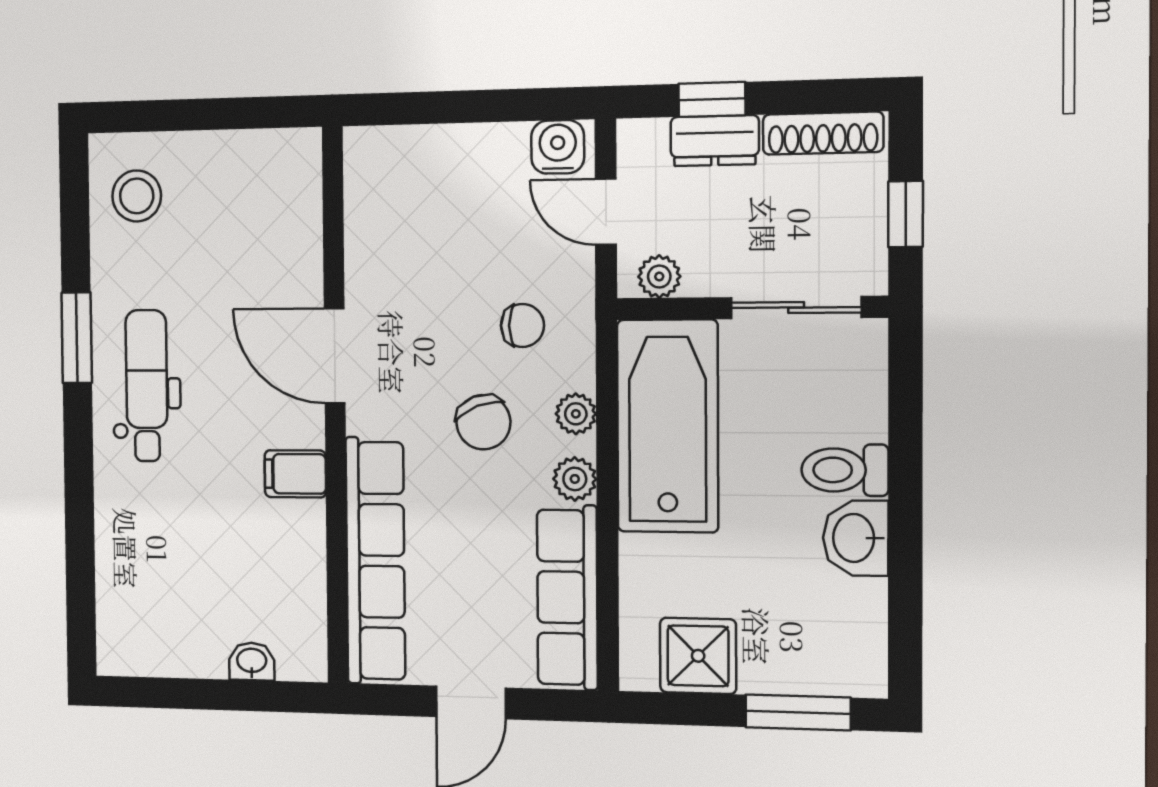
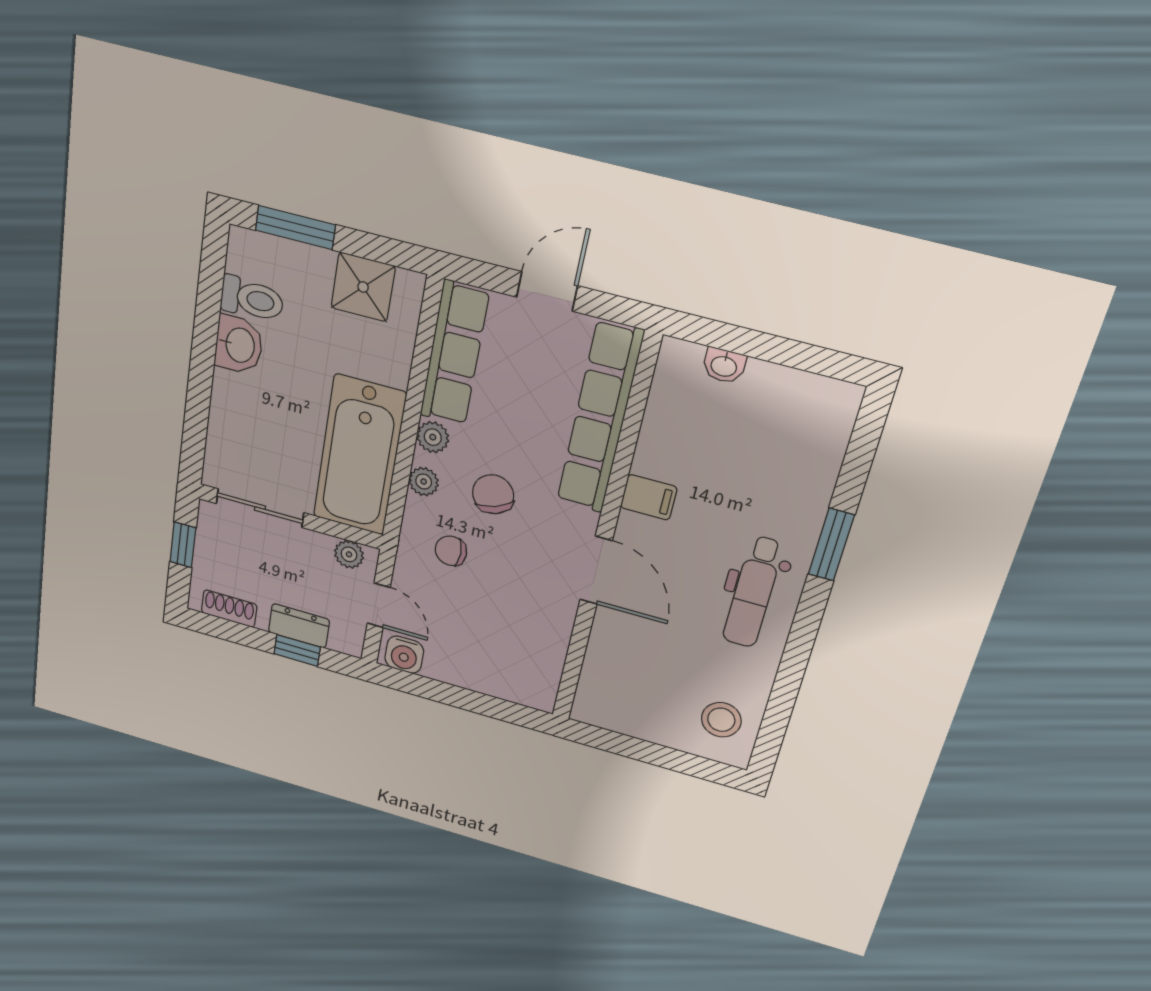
shoe rack: (823, 133) -> (229, 609), width x0.70
window: (77, 338) -> (831, 545), moved
toilet: (845, 470) -> (252, 299), moved

